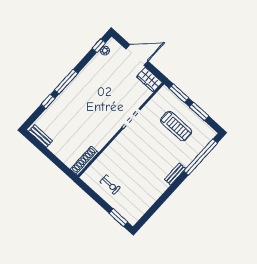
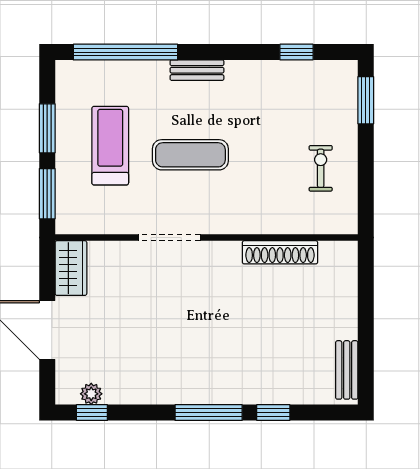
exercise mat: (151, 148) -> (190, 155), added
shoe rack: (84, 161) -> (280, 252), moved
window: (153, 210) -> (297, 52), added

